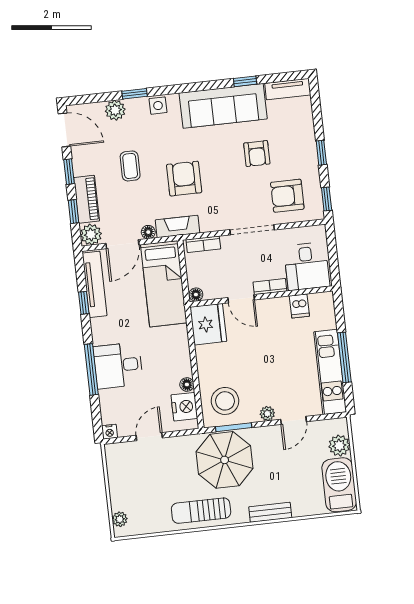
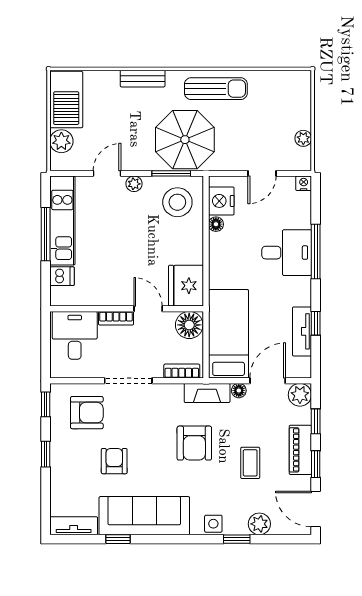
piano: (87, 199) -> (300, 450), moved
tv unit: (95, 284) -> (302, 331), width x0.71
floor lamp: (196, 295) -> (189, 325), width x1.89, depth x1.89
dishwasher: (299, 306) -> (62, 276), moved, turned 90
plant: (120, 519) -> (303, 138), moved

